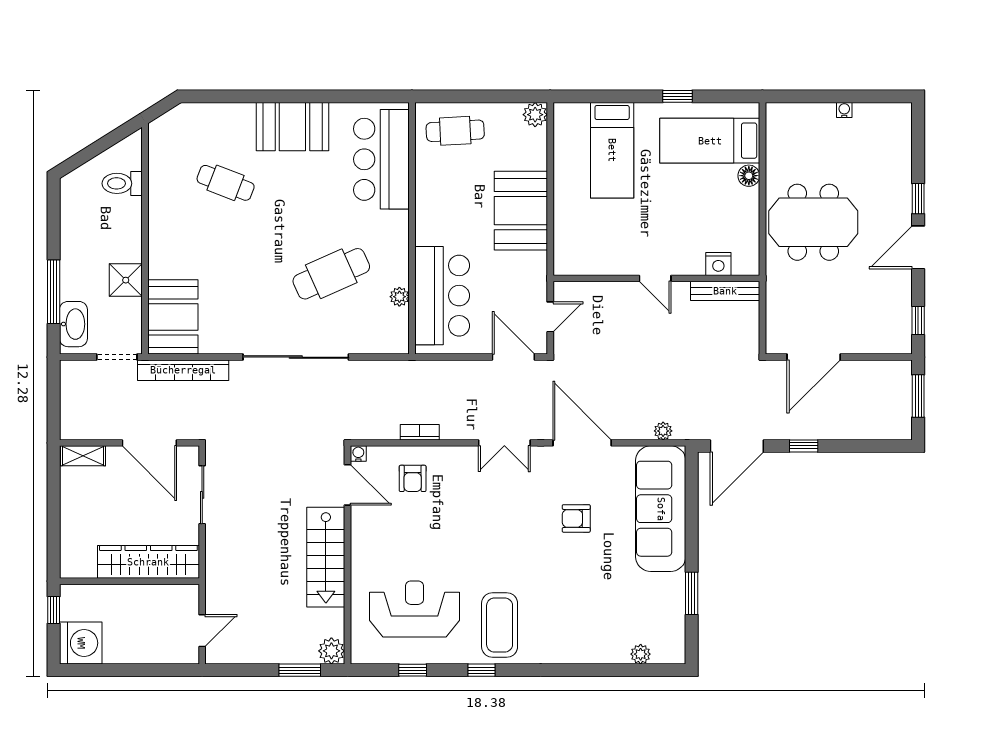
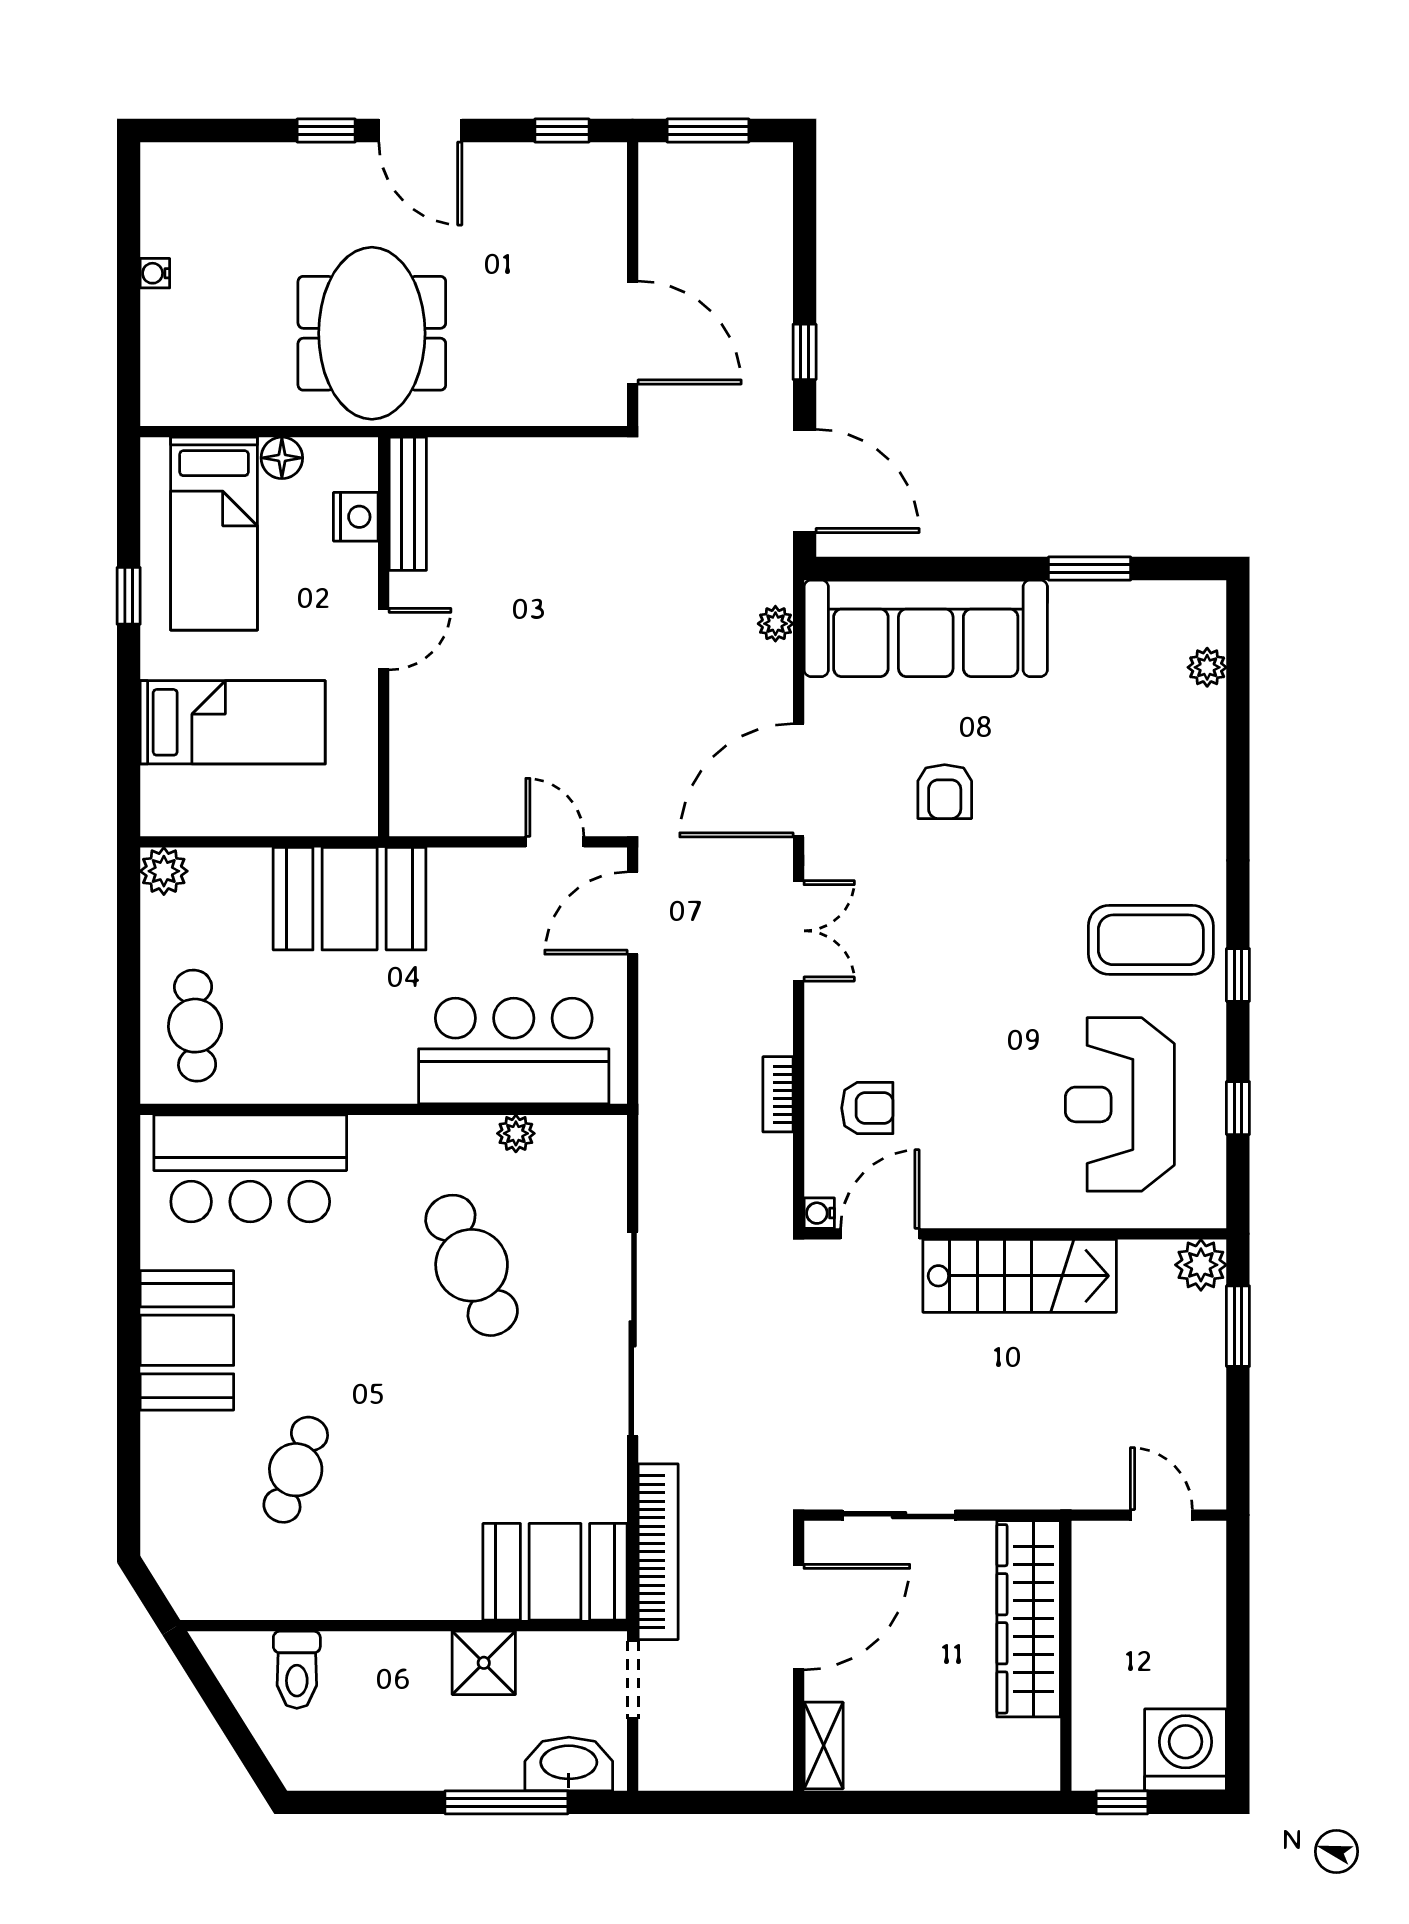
nightstand: (718, 264) -> (356, 517), moved
door: (655, 278) -> (384, 639), moved
wall: (656, 278) -> (384, 637), moved
bench: (725, 291) -> (408, 504), moved

